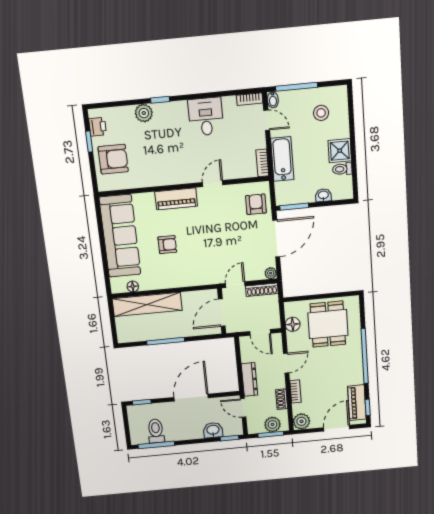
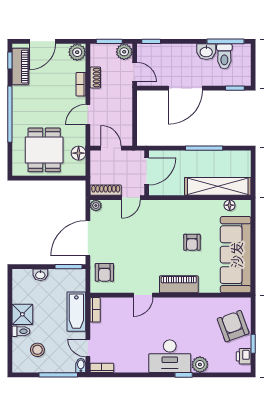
desk: (206, 117) -> (170, 356), moved, width x1.37
armchair: (113, 159) -> (233, 326), turned 70
toilet: (342, 169) -> (21, 331), moved
armchair: (167, 245) -> (192, 242), turned -90
dresser: (249, 379) -> (126, 101), removed
plant: (273, 424) -> (124, 52), moved
washbasin: (213, 430) -> (206, 52), moved

